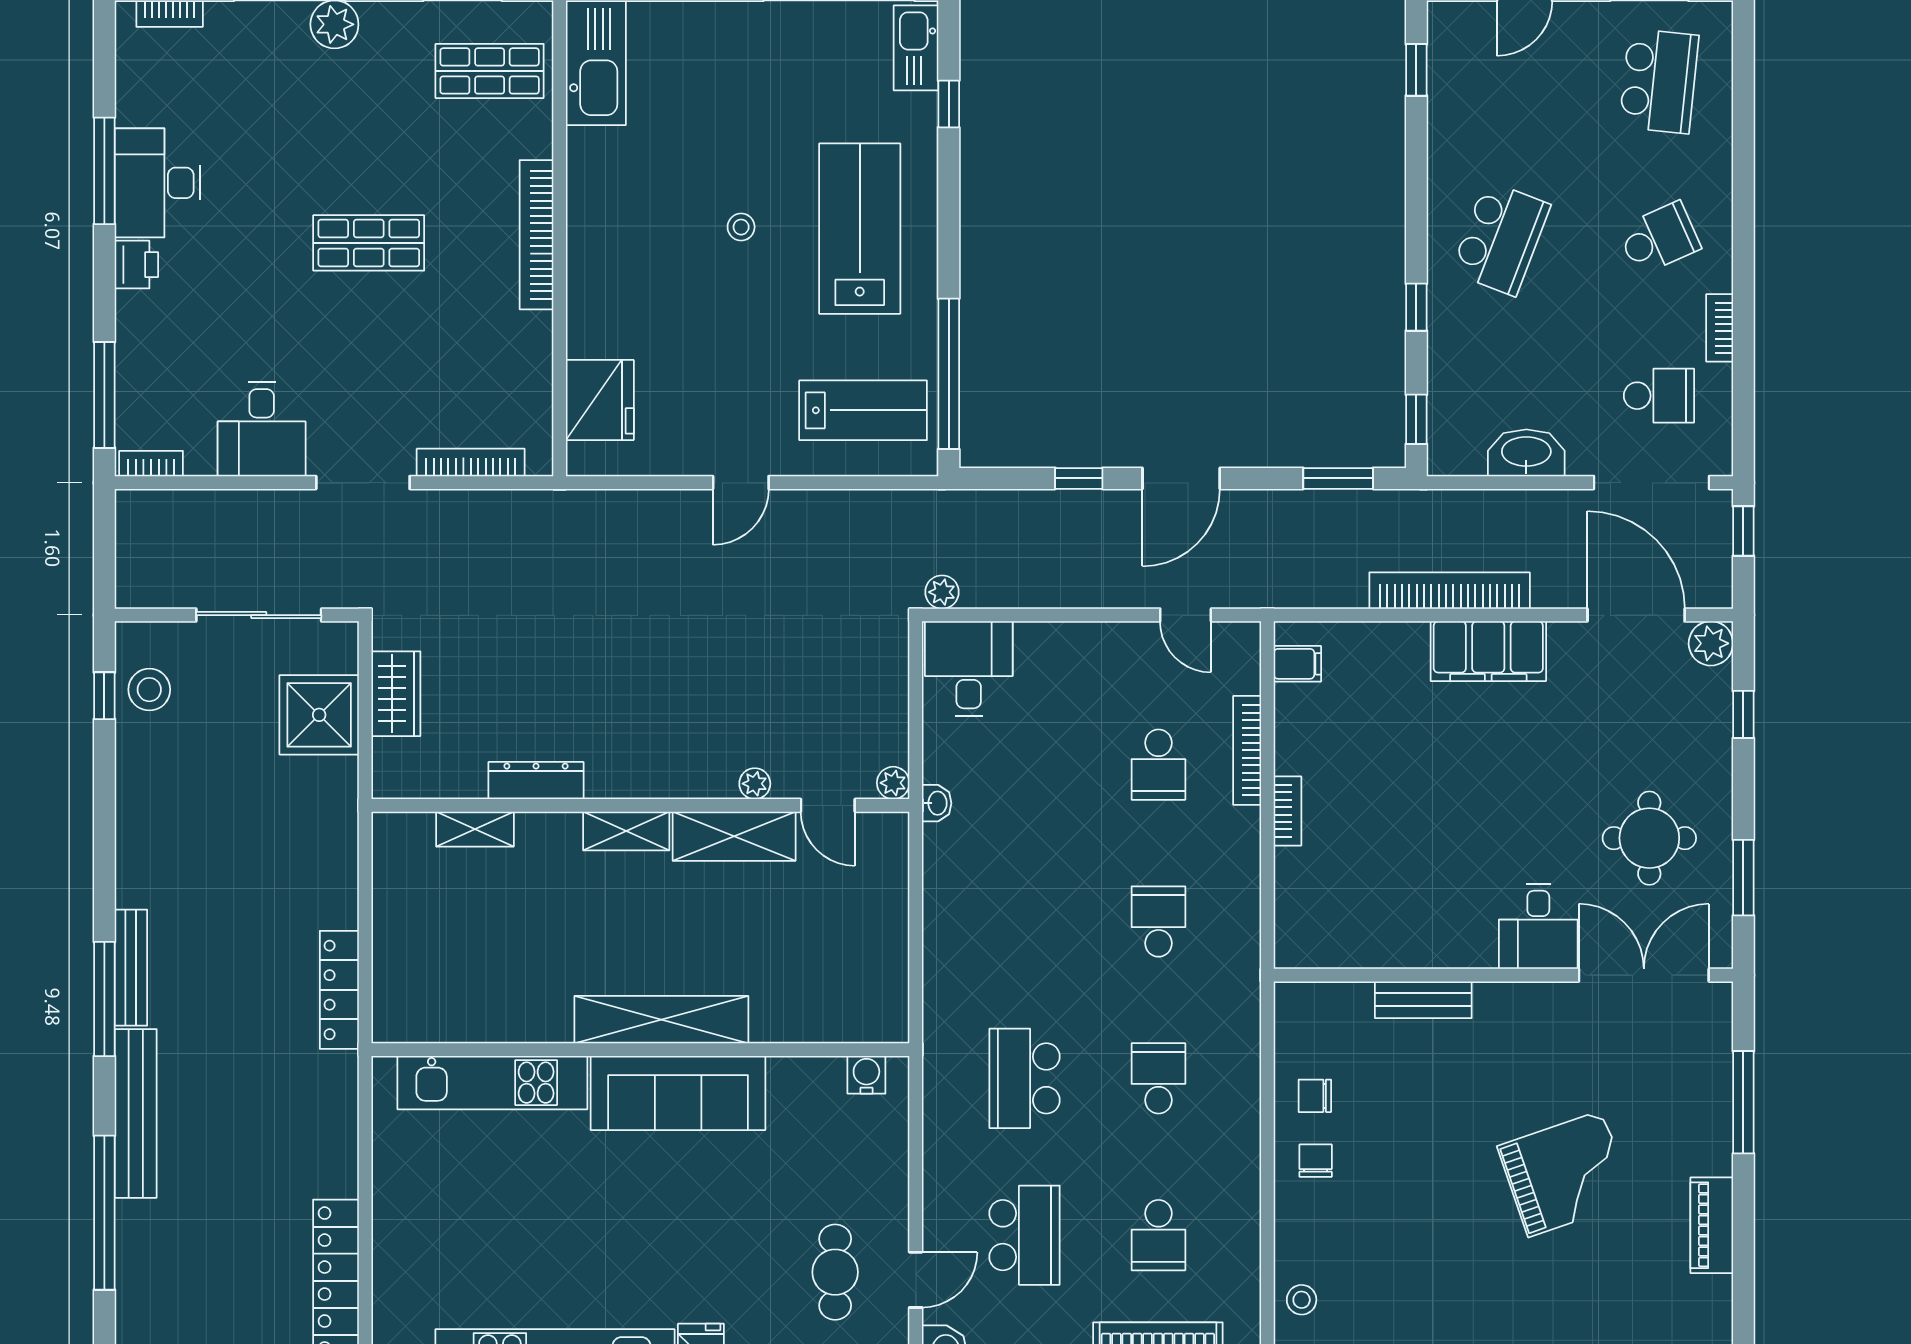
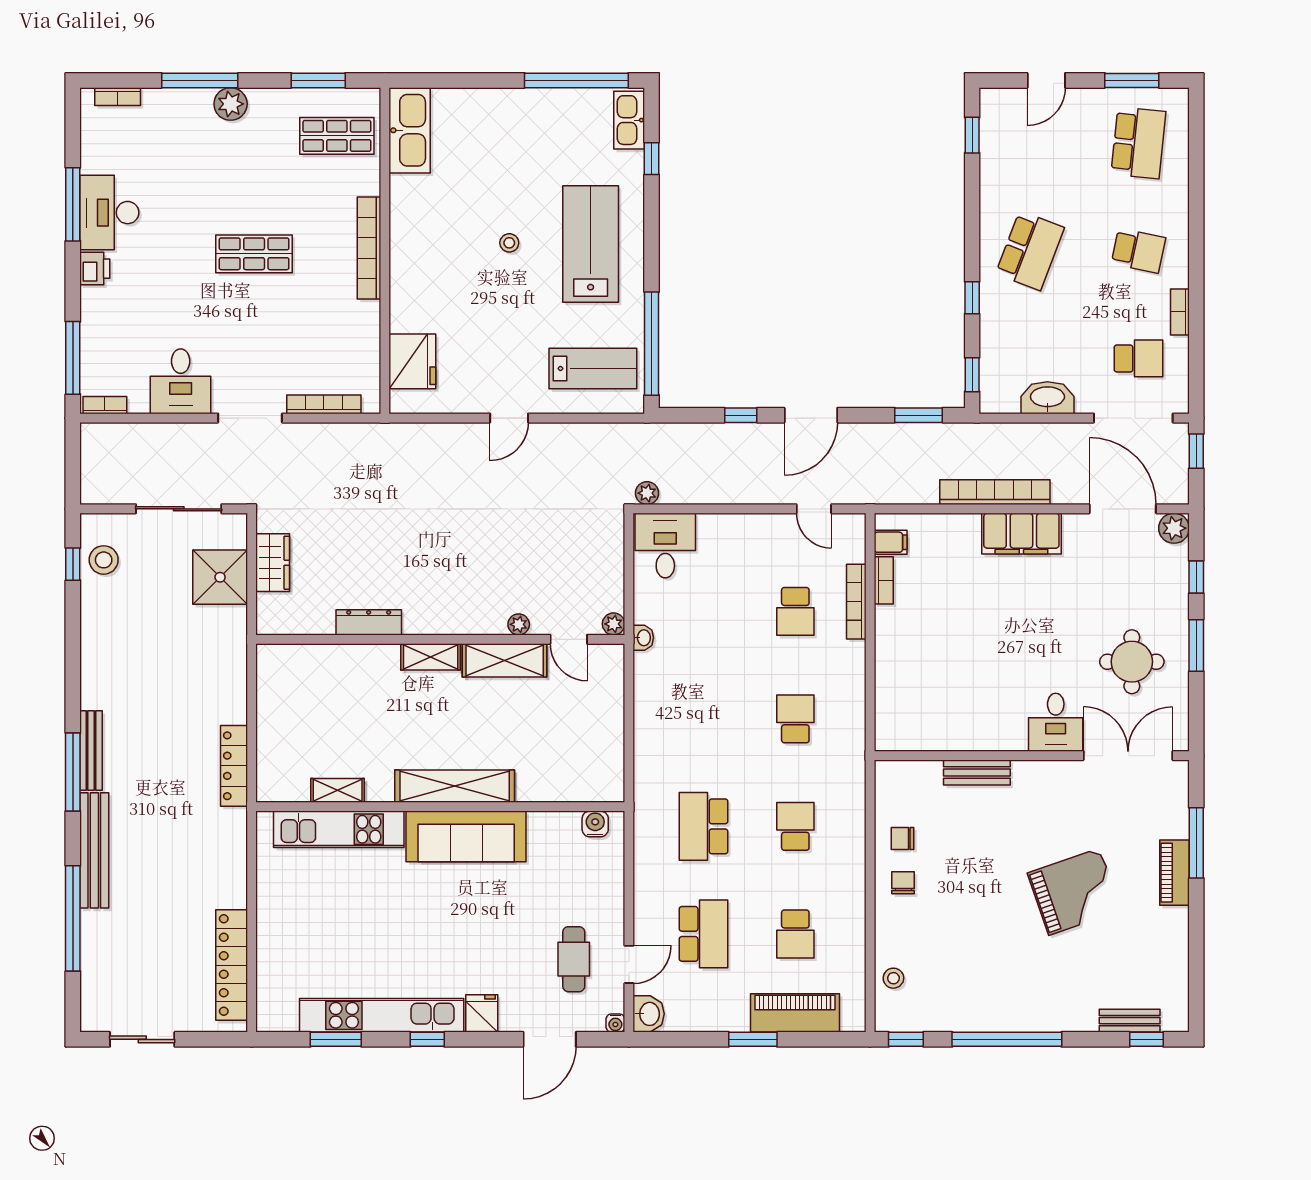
school desk: (1659, 238) -> (1138, 251), turned 36
bookcase: (1287, 811) -> (884, 580), moved
shelving: (475, 829) -> (338, 790), moved
window: (1743, 878) -> (1196, 645), moved
piano: (1712, 1225) -> (1175, 873), moved

